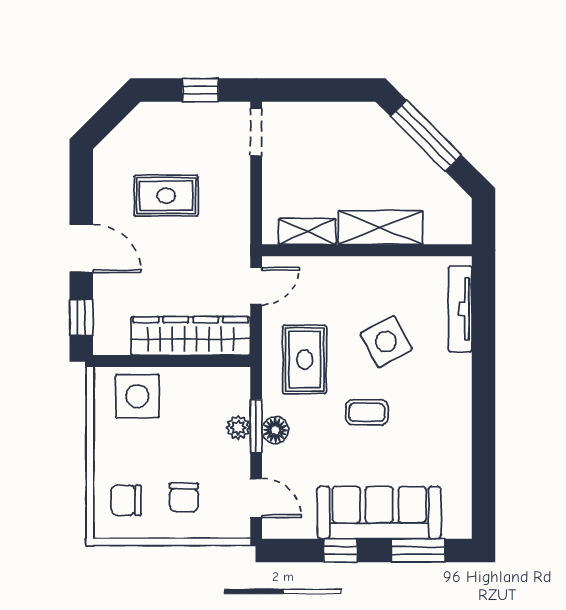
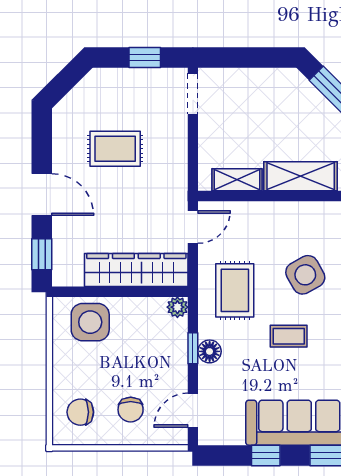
window: (256, 426) -> (193, 348), width x0.67
plant: (238, 428) -> (177, 307), moved
door: (256, 498) -> (193, 410), swing flipped

